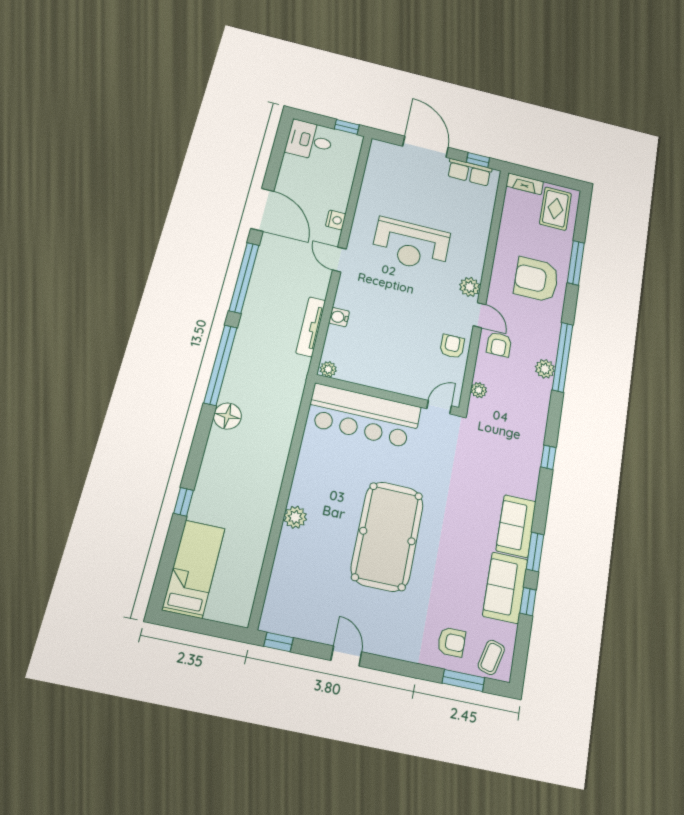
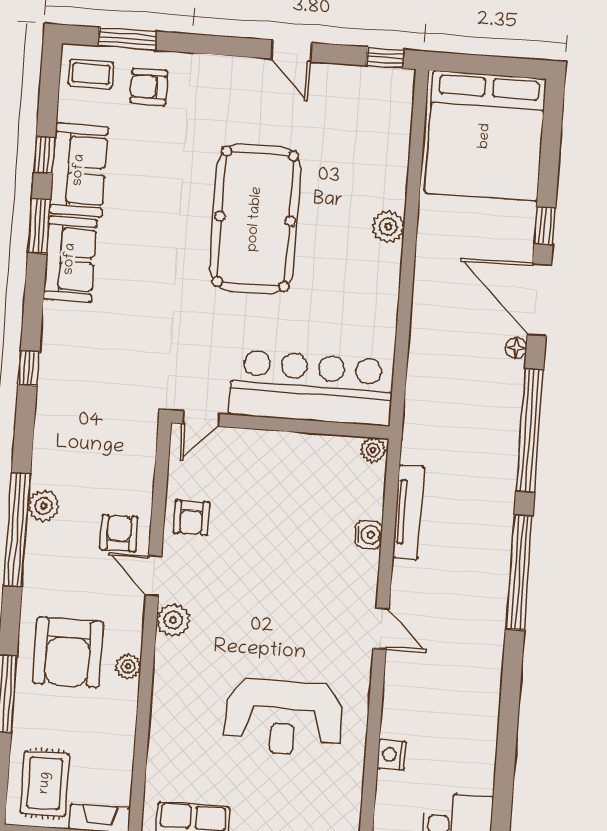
door: (262, 210) -> (539, 300), moved
nightstand: (336, 220) -> (392, 755), moved
reception desk: (411, 245) -> (284, 717), moved, turned 180
armchair: (536, 279) -> (68, 652), turned 90
plant: (479, 390) -> (128, 666), moved
floor lamp: (227, 416) -> (516, 348), width x0.53, depth x0.53
bed: (194, 569) -> (485, 136), width x2.04
coffee table: (491, 657) -> (91, 74), turned 75

